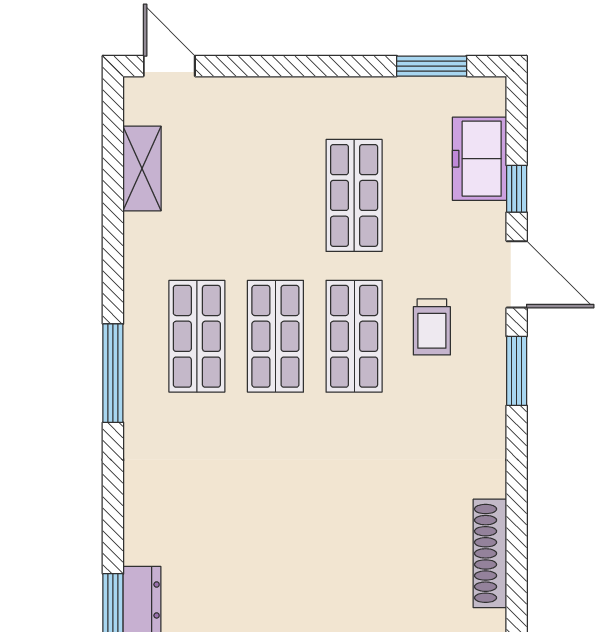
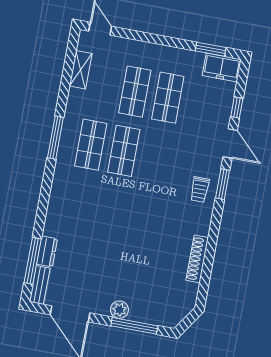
freezer: (480, 159) -> (222, 67), moved, turned -90
trolley: (432, 327) -> (200, 190), moved
shop shelf: (354, 336) -> (135, 92), moved
window: (113, 373) -> (55, 138), moved

